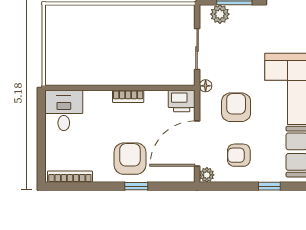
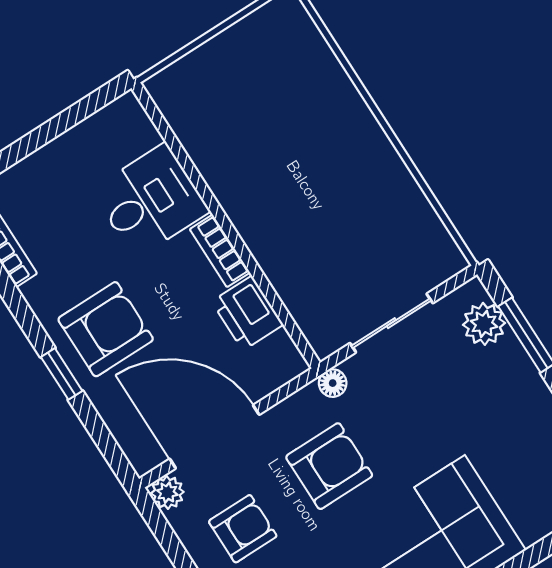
printer: (182, 101) -> (247, 313), moved
desk: (64, 110) -> (150, 201), moved
armchair: (239, 155) -> (243, 529), turned 90

